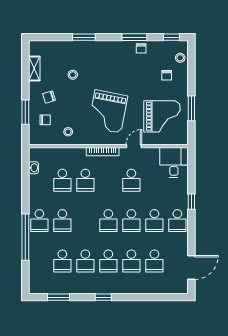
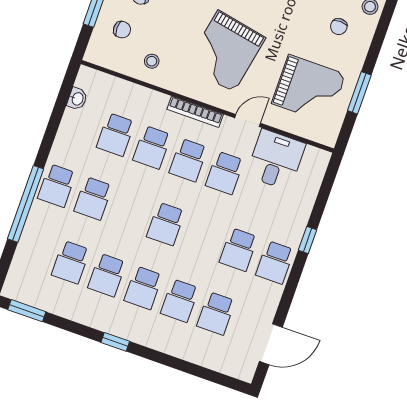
desk: (174, 163) -> (276, 160), moved
school desk: (131, 221) -> (188, 160), moved
window: (58, 297) -> (27, 311), moved

